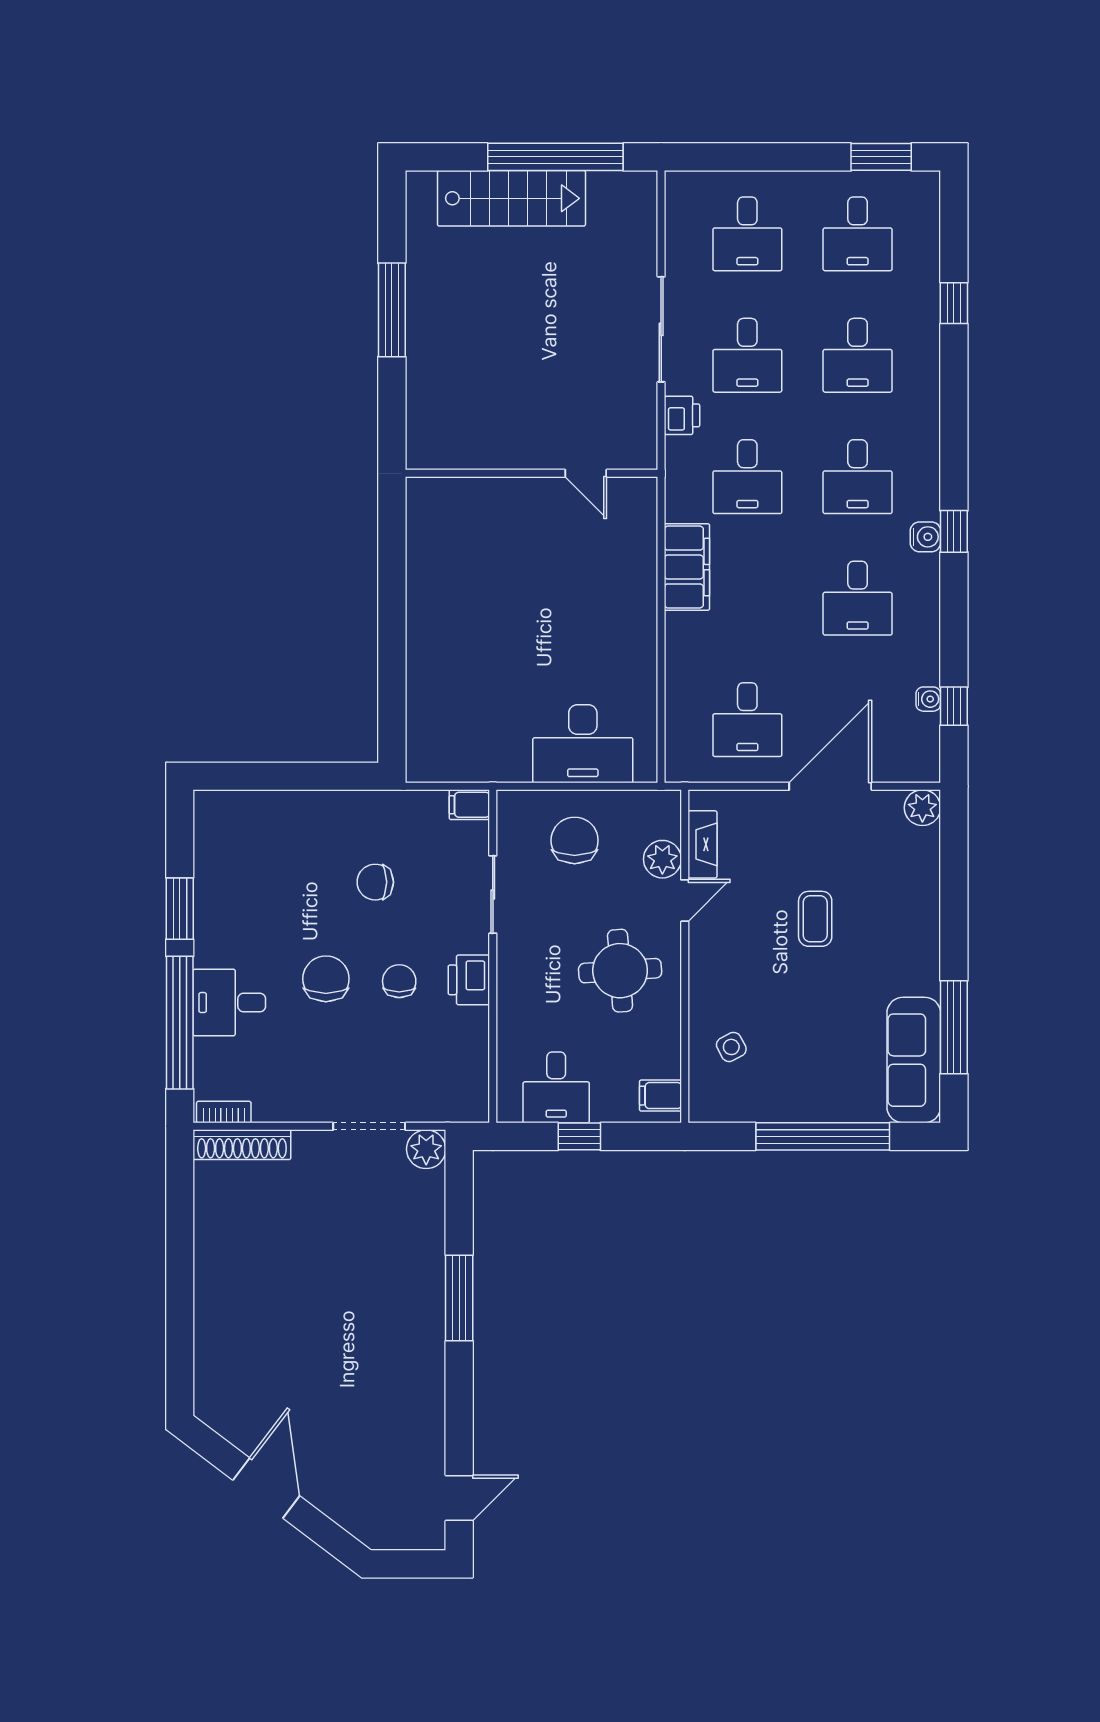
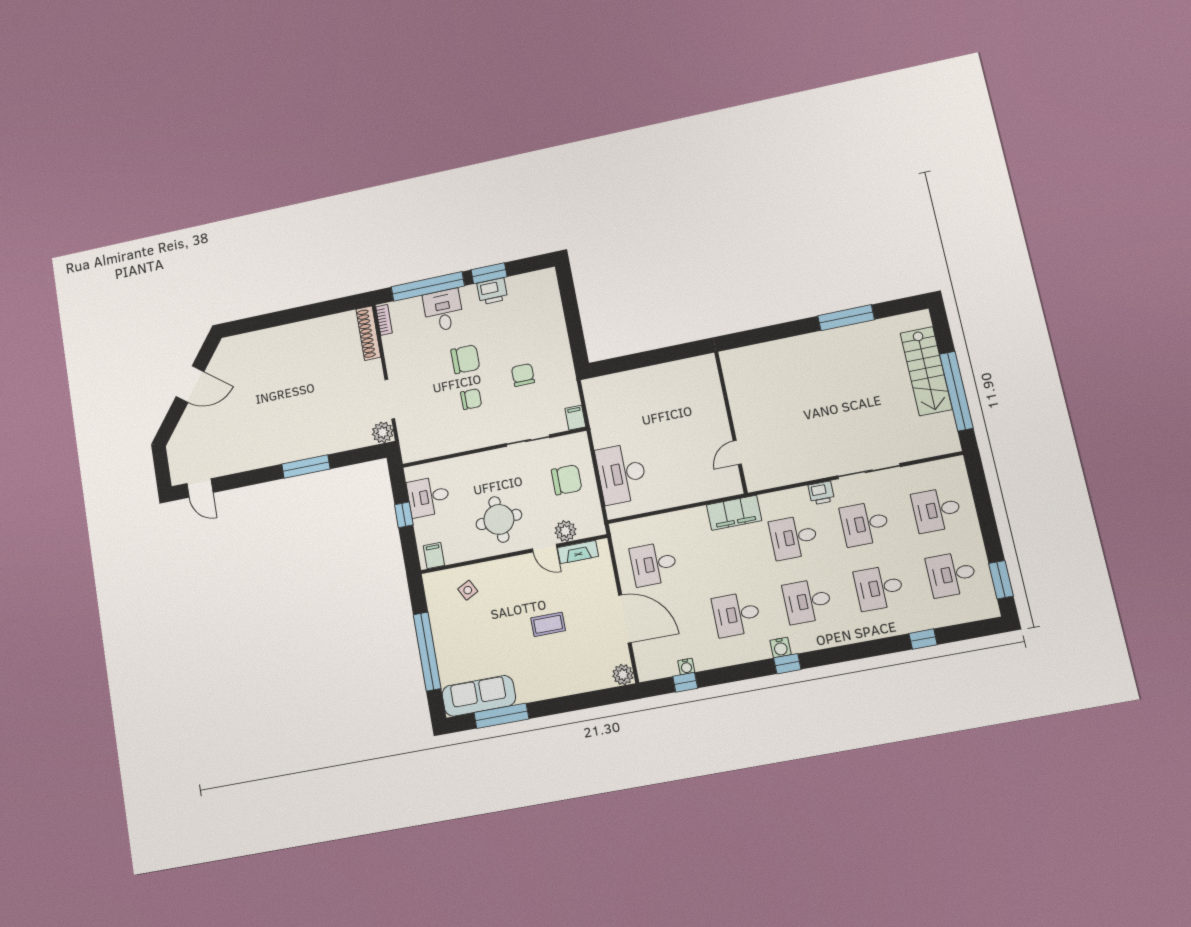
wall: (532, 473) -> (731, 422), moved
door: (586, 473) -> (737, 452), moved
printer: (469, 980) -> (492, 291), moved, turned 180

